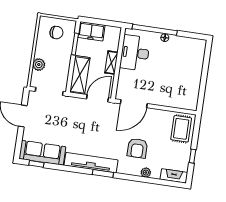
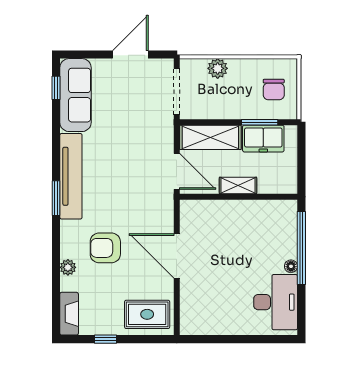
freezer: (91, 31) -> (263, 139), moved, turned -90
desk: (135, 53) -> (276, 302), moved, turned 90
door: (134, 104) -> (177, 256), moved

